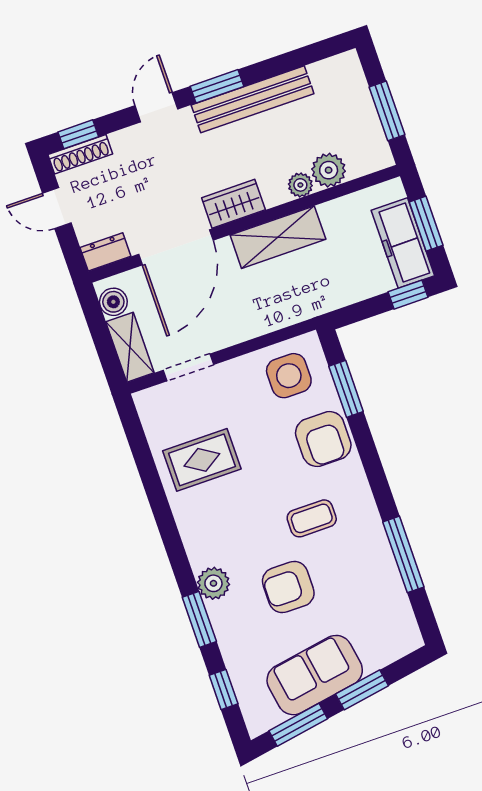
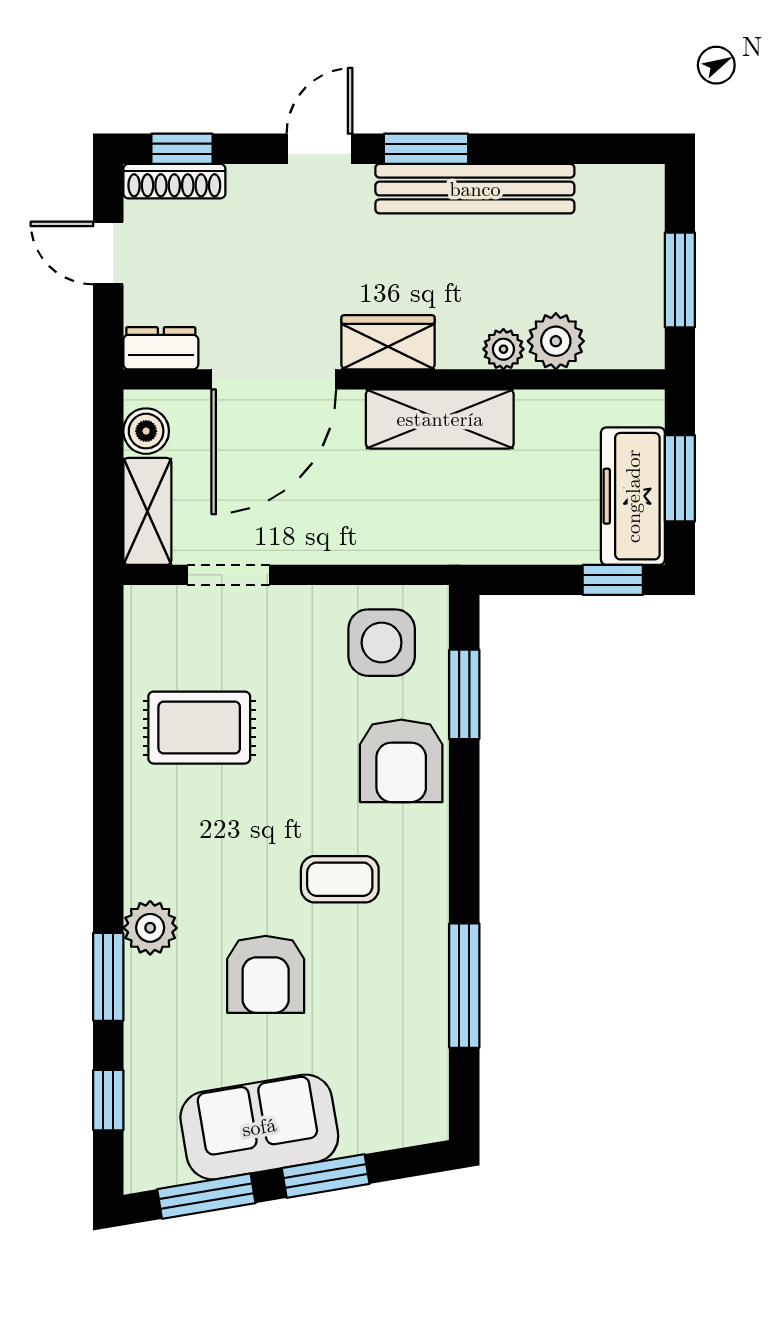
armchair: (288, 587) -> (266, 974), turned -90

